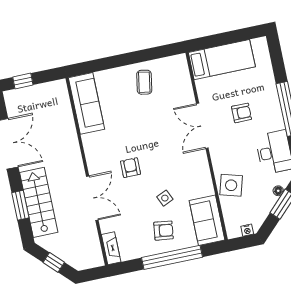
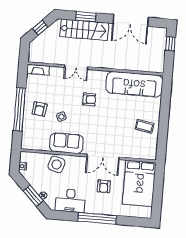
bed: (222, 60) -> (139, 183), width x1.50
sofa: (86, 103) -> (134, 84), width x1.36, depth x1.27
double door: (202, 126) -> (103, 157), swing flipped
double door: (92, 198) -> (76, 67), width x0.73
sofa: (207, 220) -> (66, 143), moved

